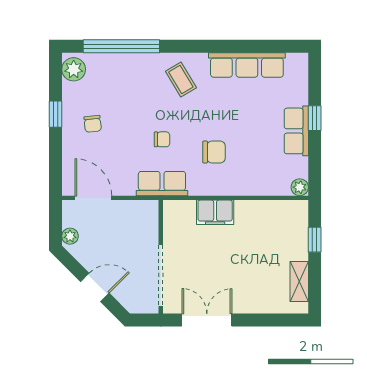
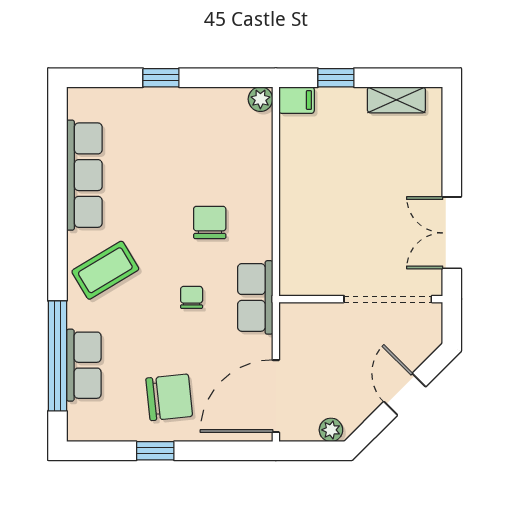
plant: (74, 69) -> (91, 425), removed
coffee table: (181, 79) -> (105, 270), width x1.36, depth x1.30
chair: (93, 124) -> (169, 397), width x1.87, depth x1.87
row of seats: (296, 131) -> (84, 365), moved, turned -90
door: (93, 198) -> (276, 396), width x1.36
filing cabinet: (215, 212) -> (297, 100), moved, width x0.50

